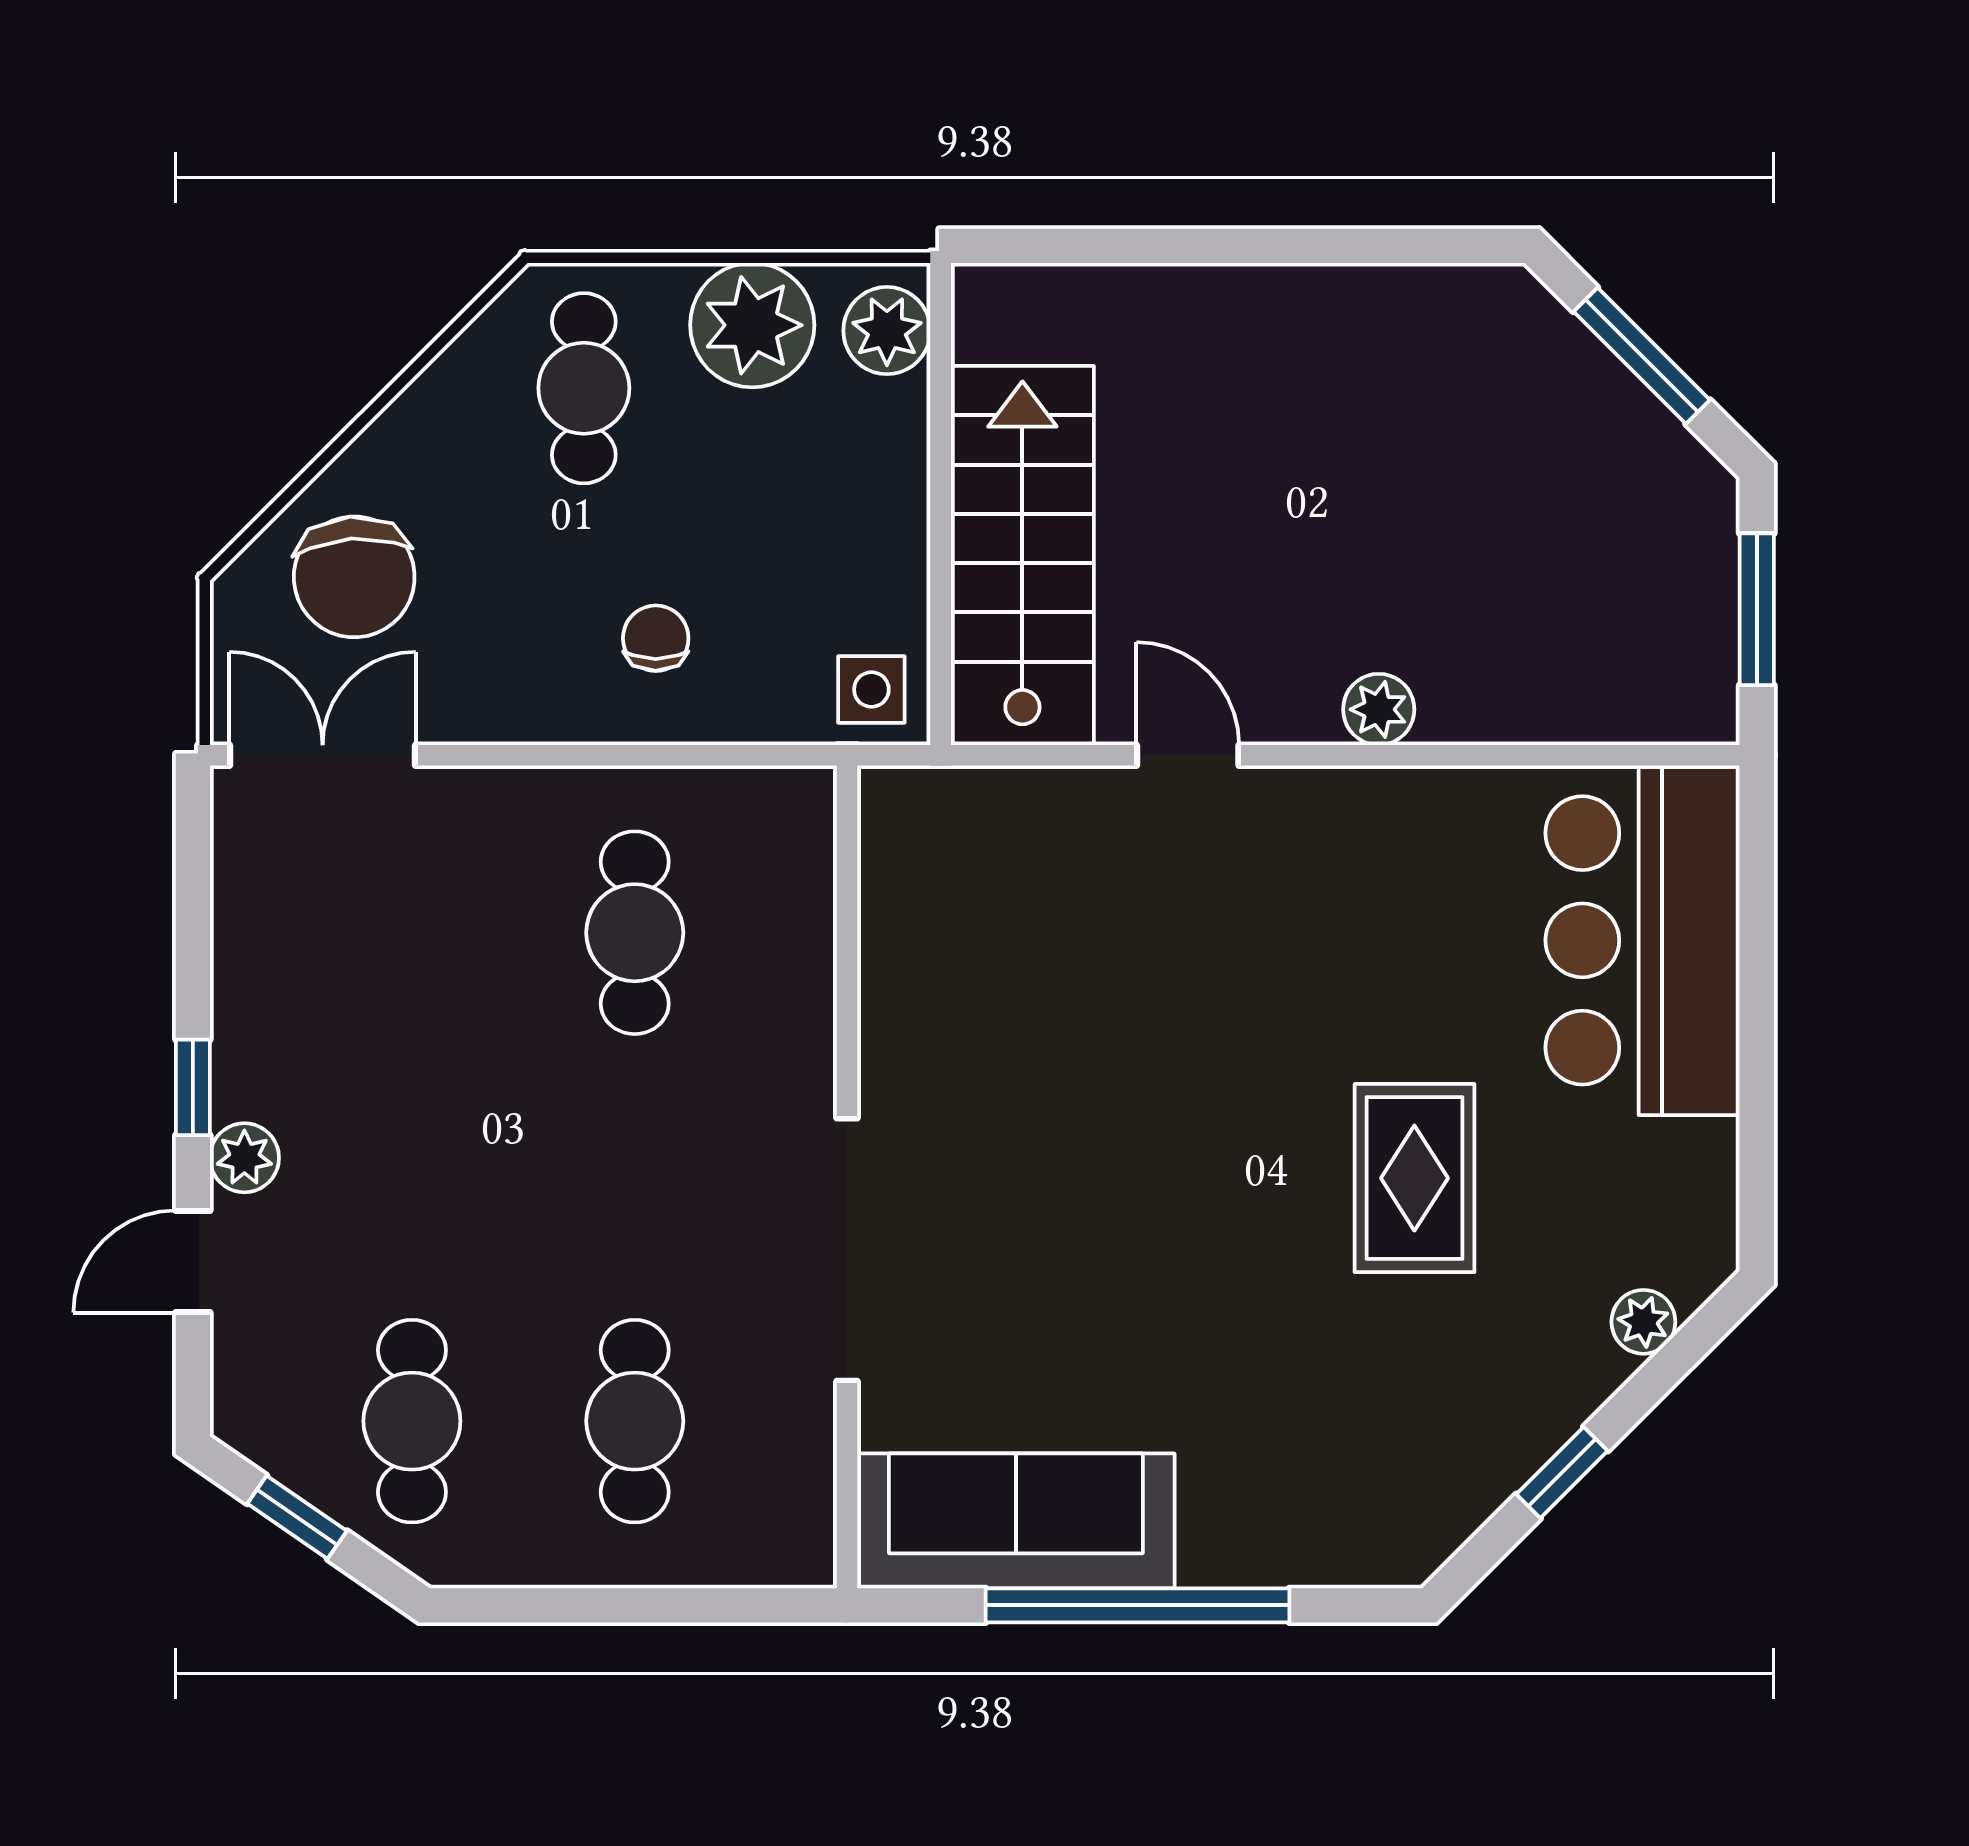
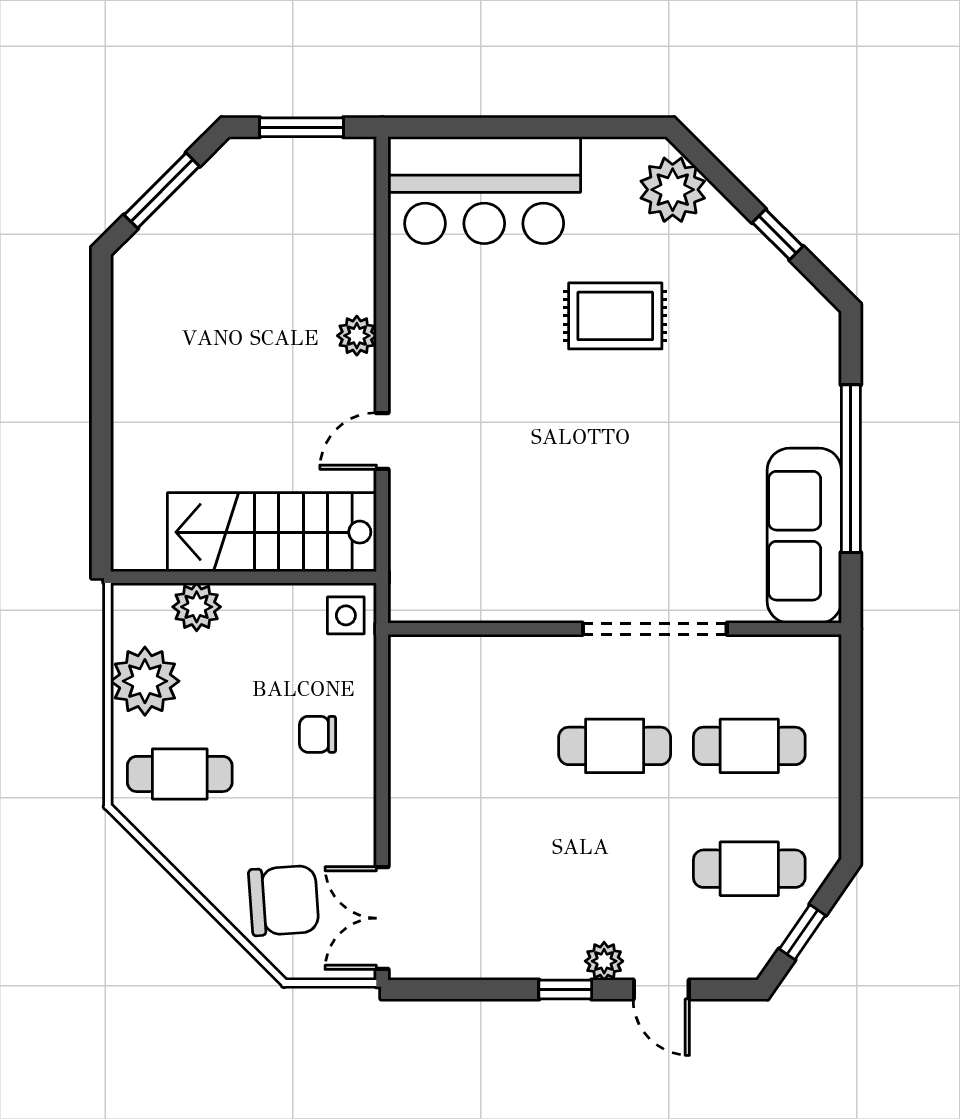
plant: (887, 331) -> (197, 607), moved
cafe table: (635, 933) -> (615, 746), moved
plant: (1643, 1322) -> (673, 190), width x1.88, depth x1.88

